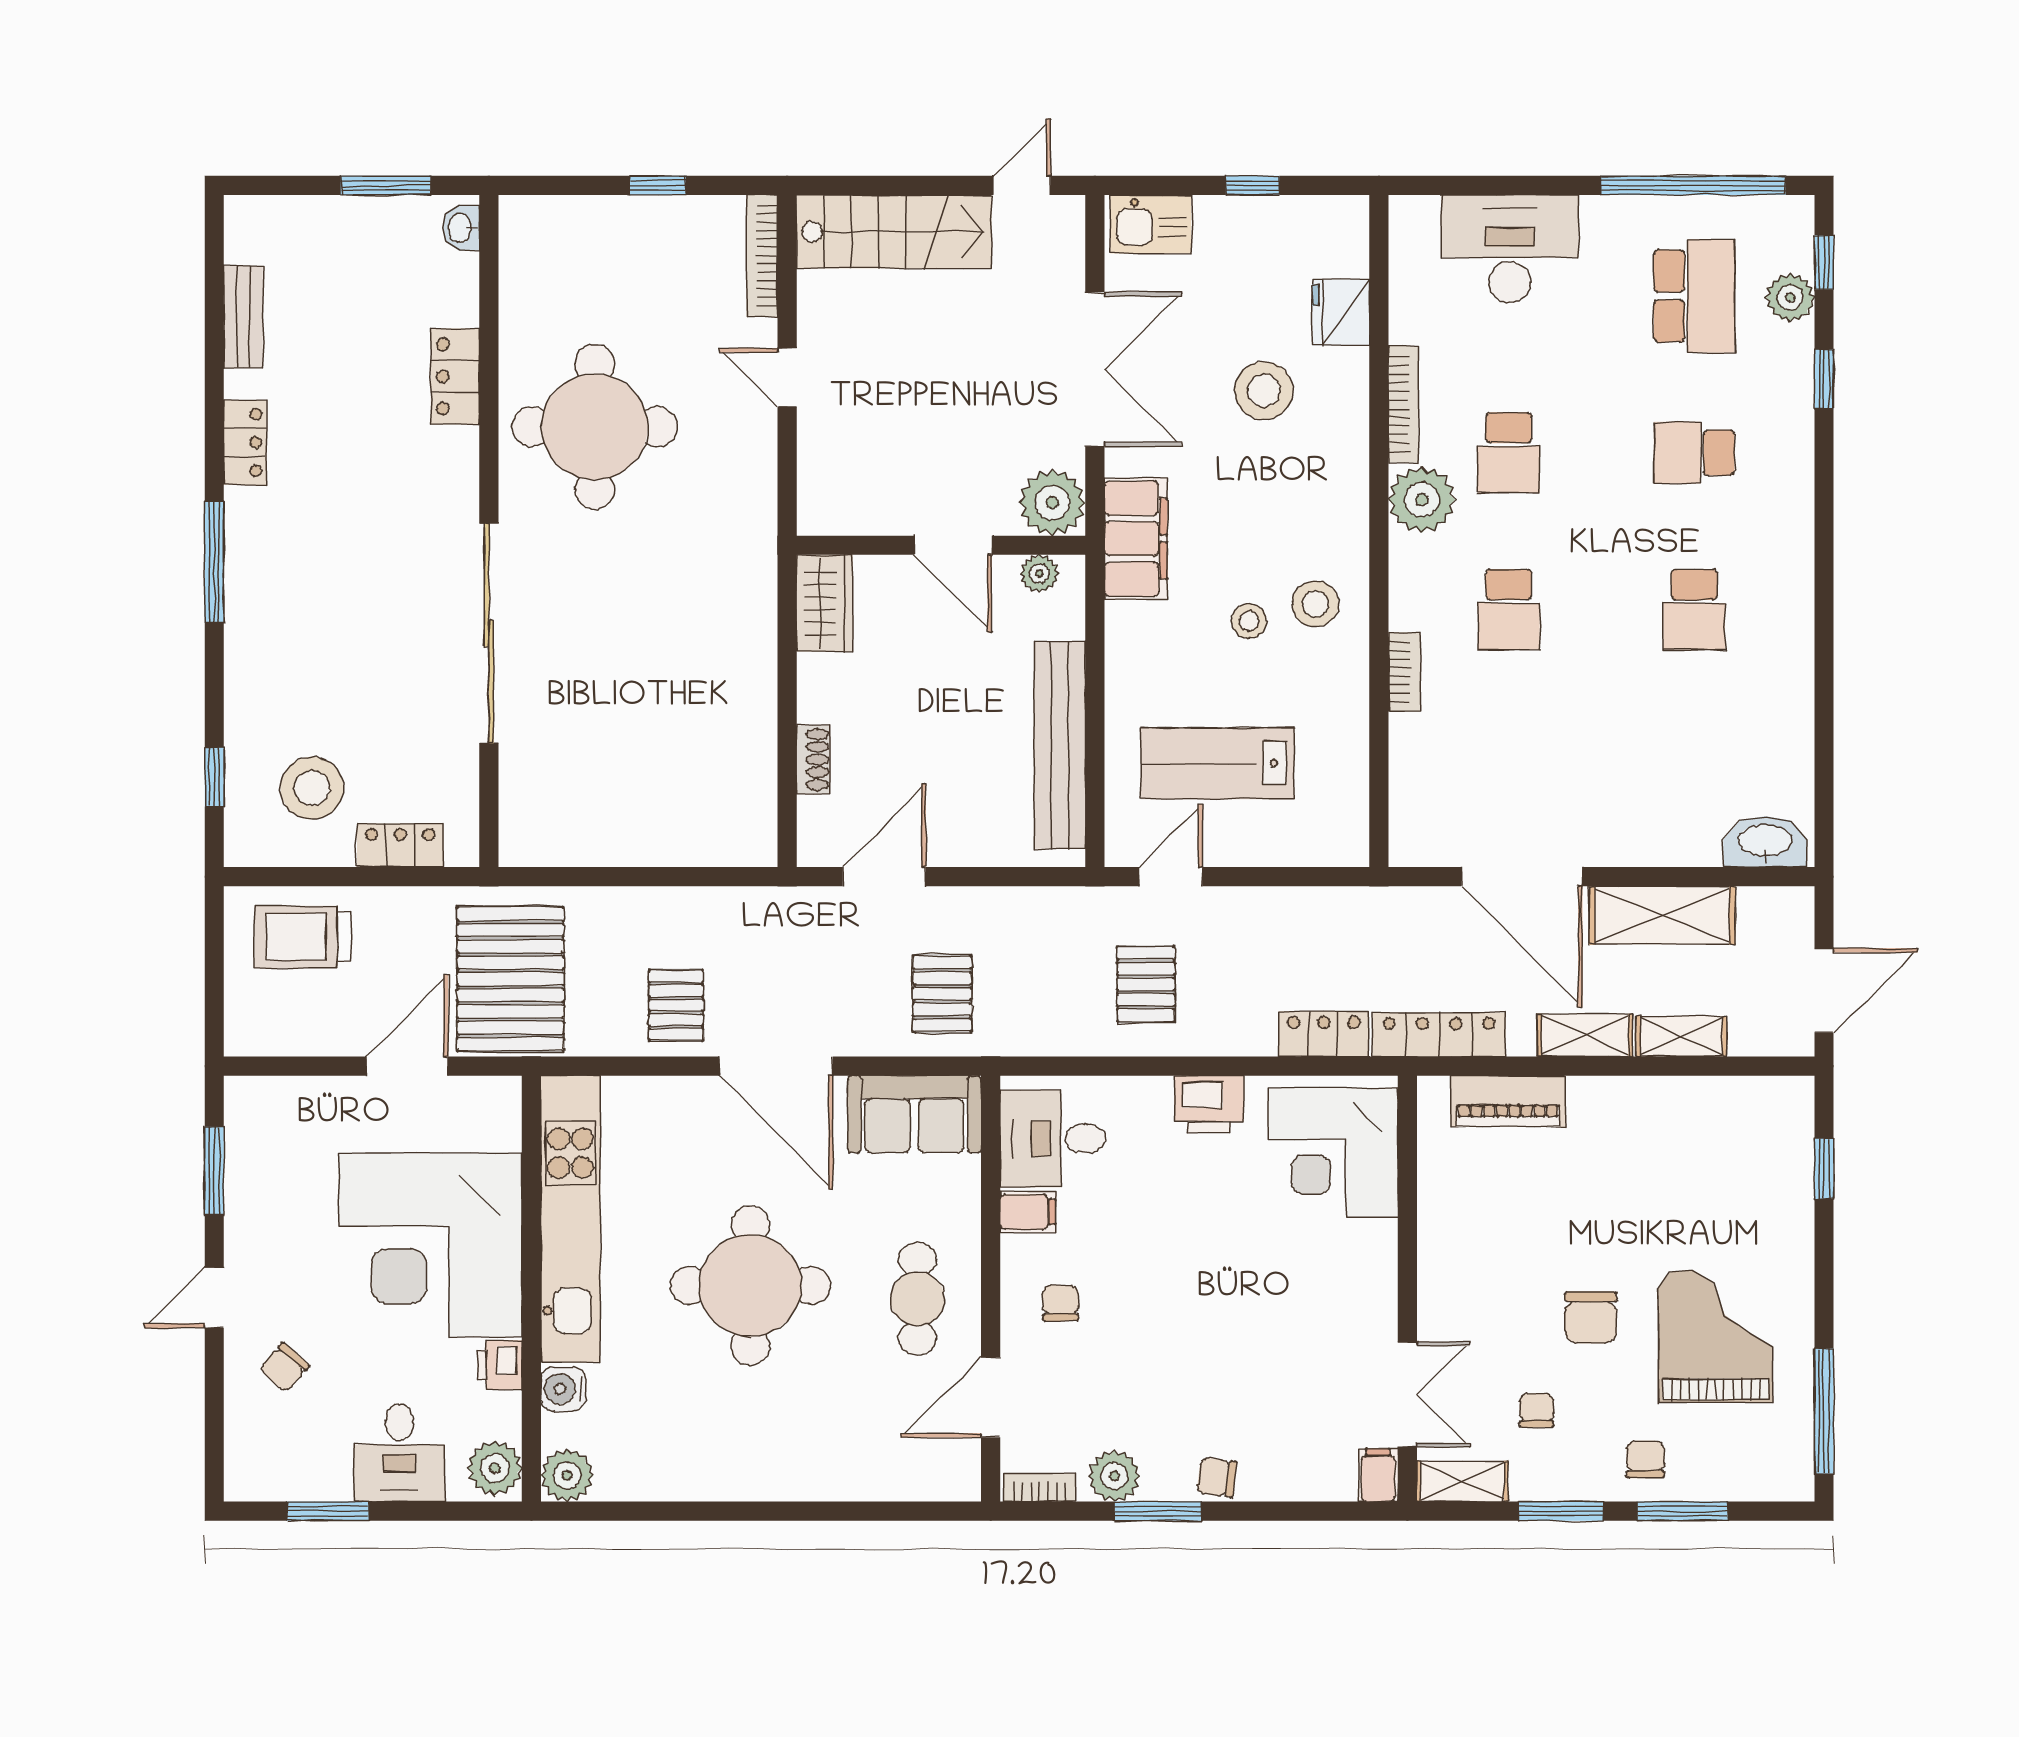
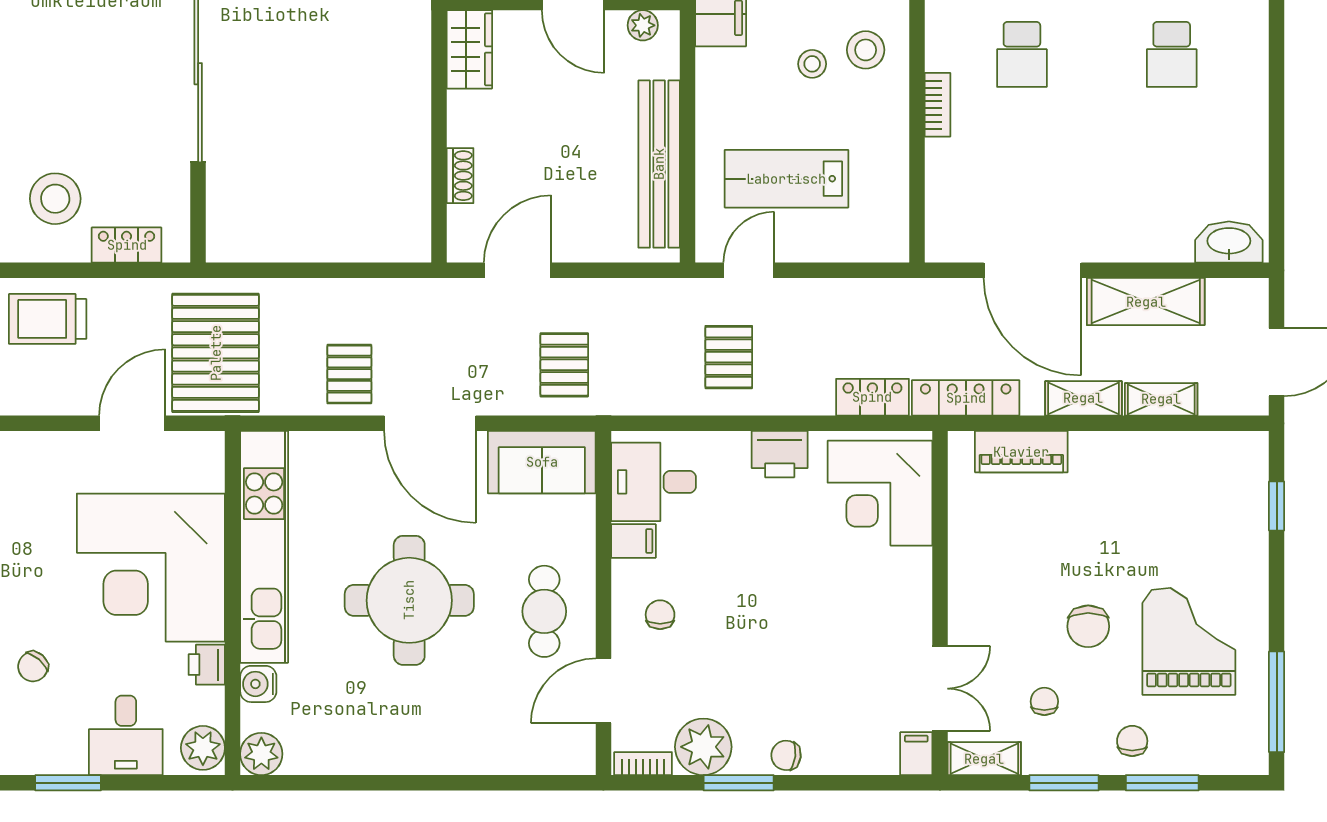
plant: (1114, 1476) -> (703, 747), width x1.36, depth x1.36

